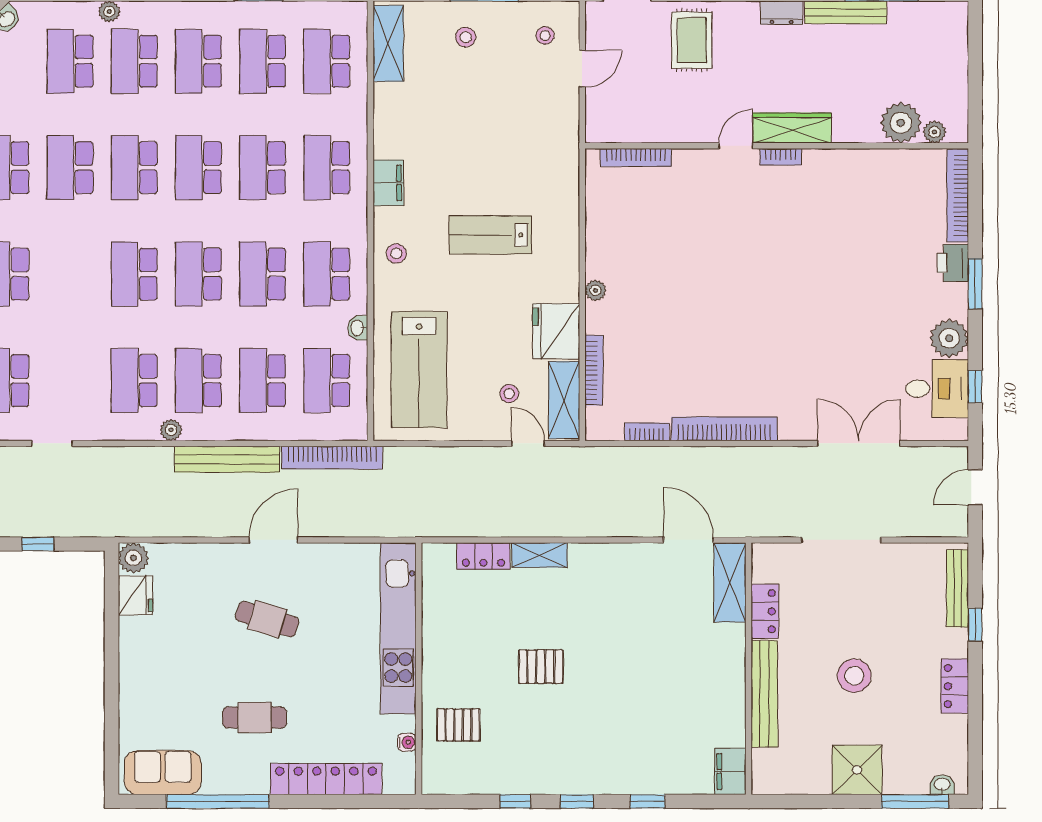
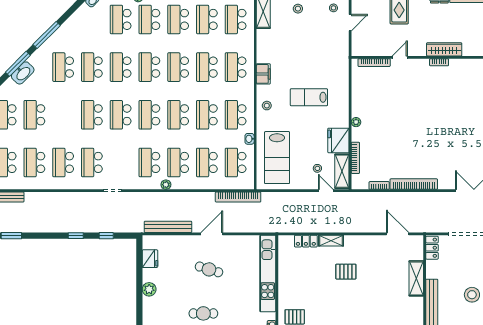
door: (736, 146) -> (400, 57), moved
school desk: (70, 274) -> (121, 115), added
bench: (227, 459) -> (168, 227), moved
plant: (133, 558) -> (149, 289), moved
shelving: (730, 582) -> (416, 278), moved
locker: (765, 611) -> (432, 248), moved
pallet: (541, 667) -> (346, 272), moved

